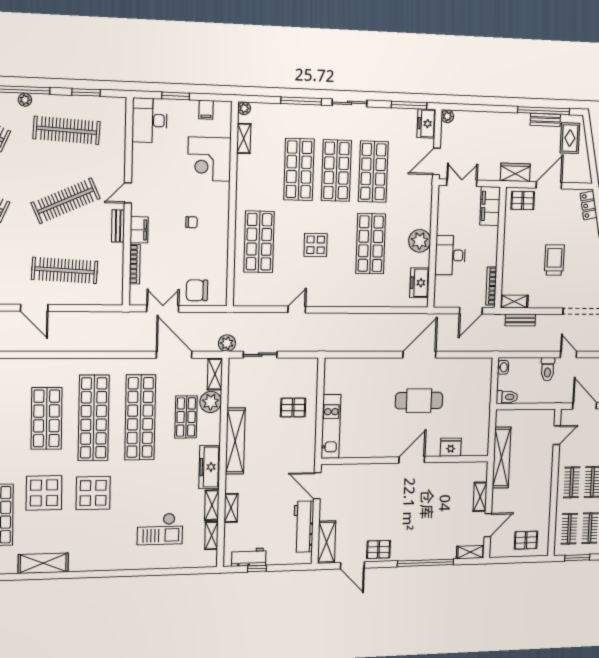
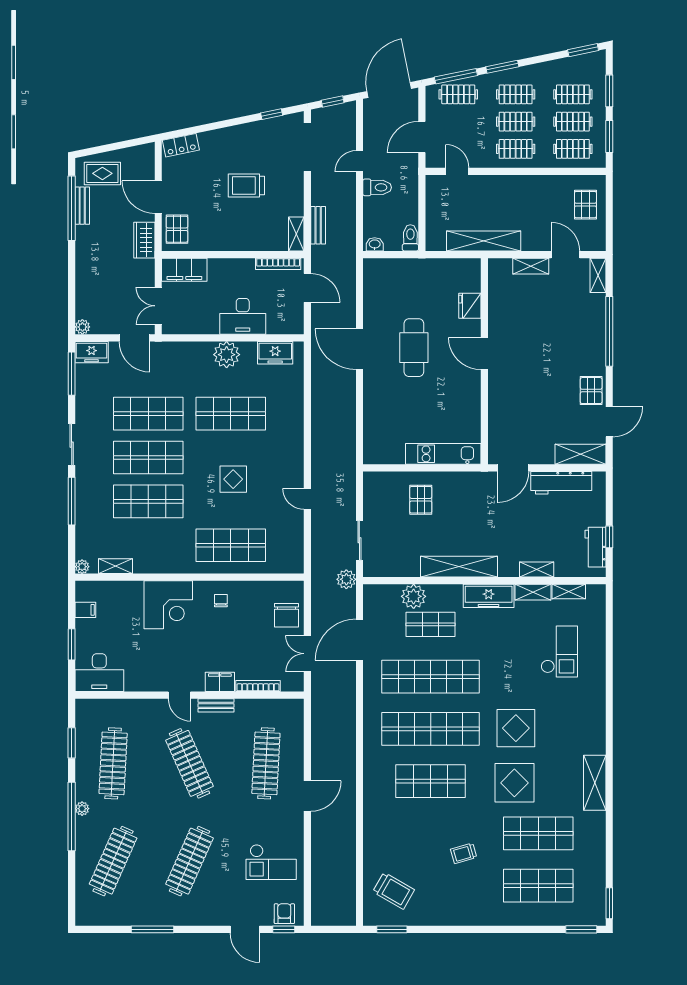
corner desk: (209, 159) -> (168, 605), moved
chair: (191, 222) -> (221, 601), moved
shelving: (215, 374) -> (382, 592), removed

